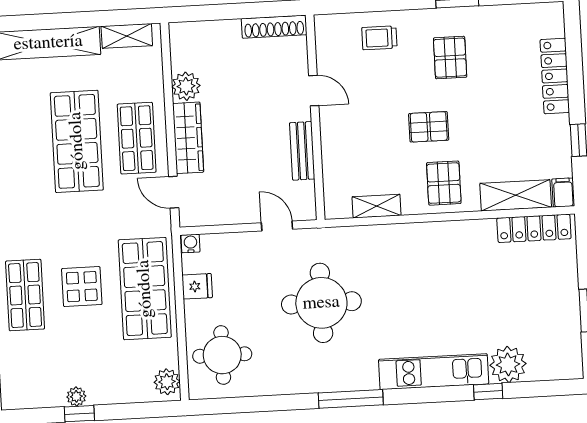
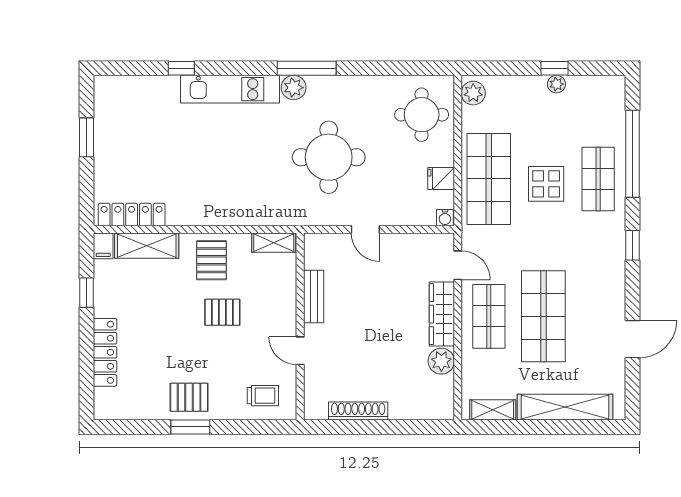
pallet: (450, 58) -> (189, 397), moved, turned 90
door: (314, 91) -> (300, 351), moved
wall: (315, 117) -> (300, 326), moved
bench: (302, 151) -> (314, 297), moved
plant: (508, 364) -> (294, 88), moved, width x0.73, depth x0.73

